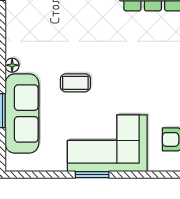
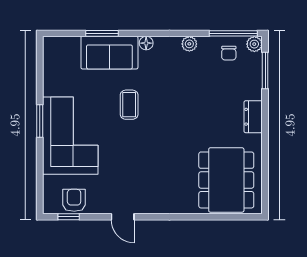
plant: (13, 21) -> (189, 44), added
sofa: (22, 114) -> (109, 53), width x0.73

